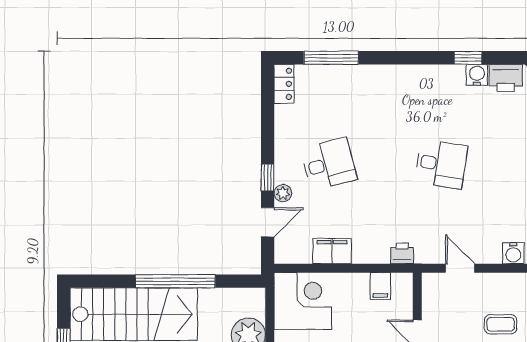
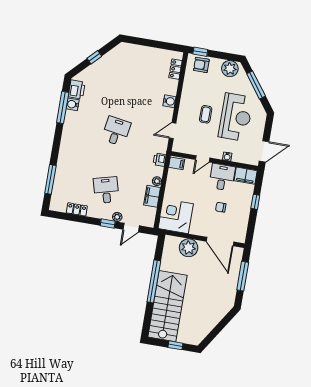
window: (468, 58) -> (63, 107), width x2.17
locker: (284, 84) -> (77, 209), moved
door: (268, 222) -> (131, 228), swing flipped
plant: (361, 255) -> (157, 181), added
filing cabinet: (380, 286) -> (177, 163), moved

